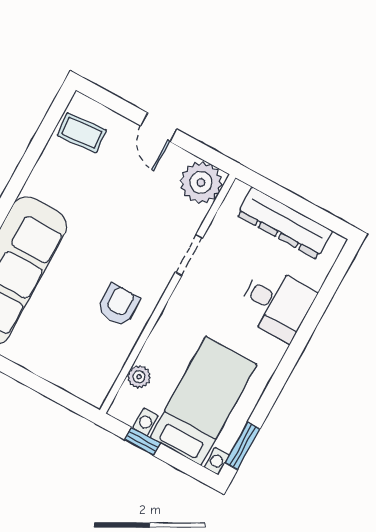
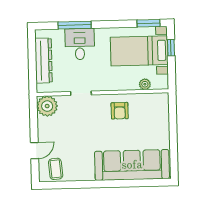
door: (159, 127) -> (35, 151), moved
armchair: (118, 305) -> (120, 111), turned -90
window: (315, 314) -> (75, 25), added
window: (142, 441) -> (171, 48), moved

